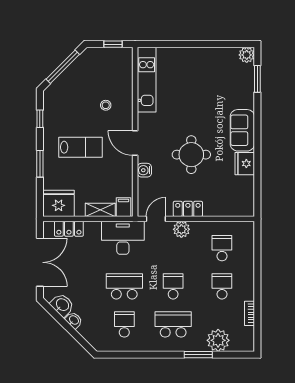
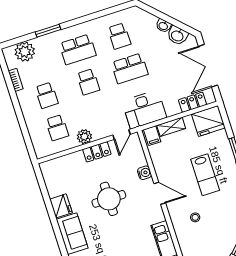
lab bench: (81, 147) -> (205, 175), turned -90
plant: (181, 229) -> (84, 137), moved
plant: (218, 340) -> (25, 52), moved

